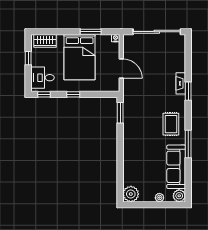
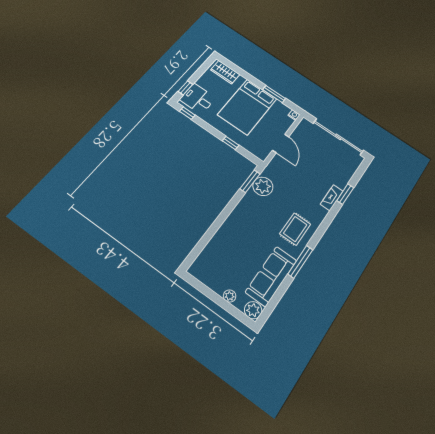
window: (28, 58) -> (185, 88), moved
window: (188, 91) -> (345, 194), moved
window: (73, 94) -> (231, 143), moved
plant: (131, 194) -> (263, 186), moved

